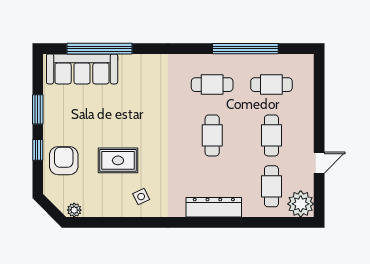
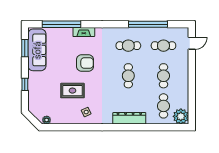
fireplace: (137, 62) -> (84, 32), added
sofa: (82, 69) -> (37, 50), moved, turned -90
window: (38, 109) -> (25, 48), moved
armchair: (64, 161) -> (85, 63), moved, turned 90
door: (319, 163) -> (192, 43), moved

